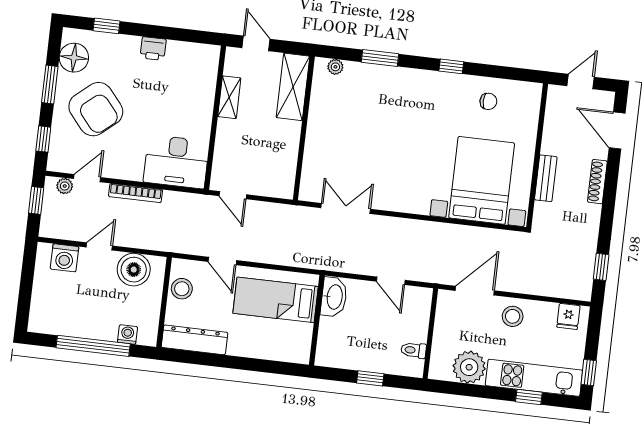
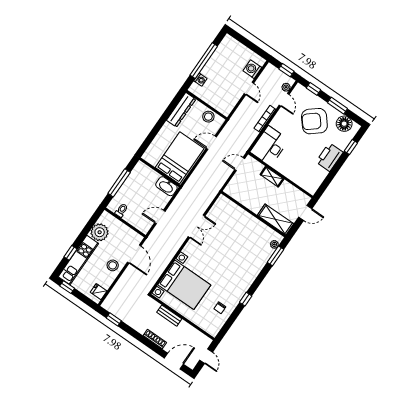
printer: (153, 49) -> (329, 157), width x1.87, depth x1.48
window: (380, 58) -> (276, 256), moved
shelving: (229, 97) -> (272, 177), moved
double door: (346, 208) -> (196, 226), moved
boiler: (134, 270) -> (229, 99), removed
bed: (276, 300) -> (180, 158), width x1.50
window: (370, 378) -> (119, 183), width x2.17

